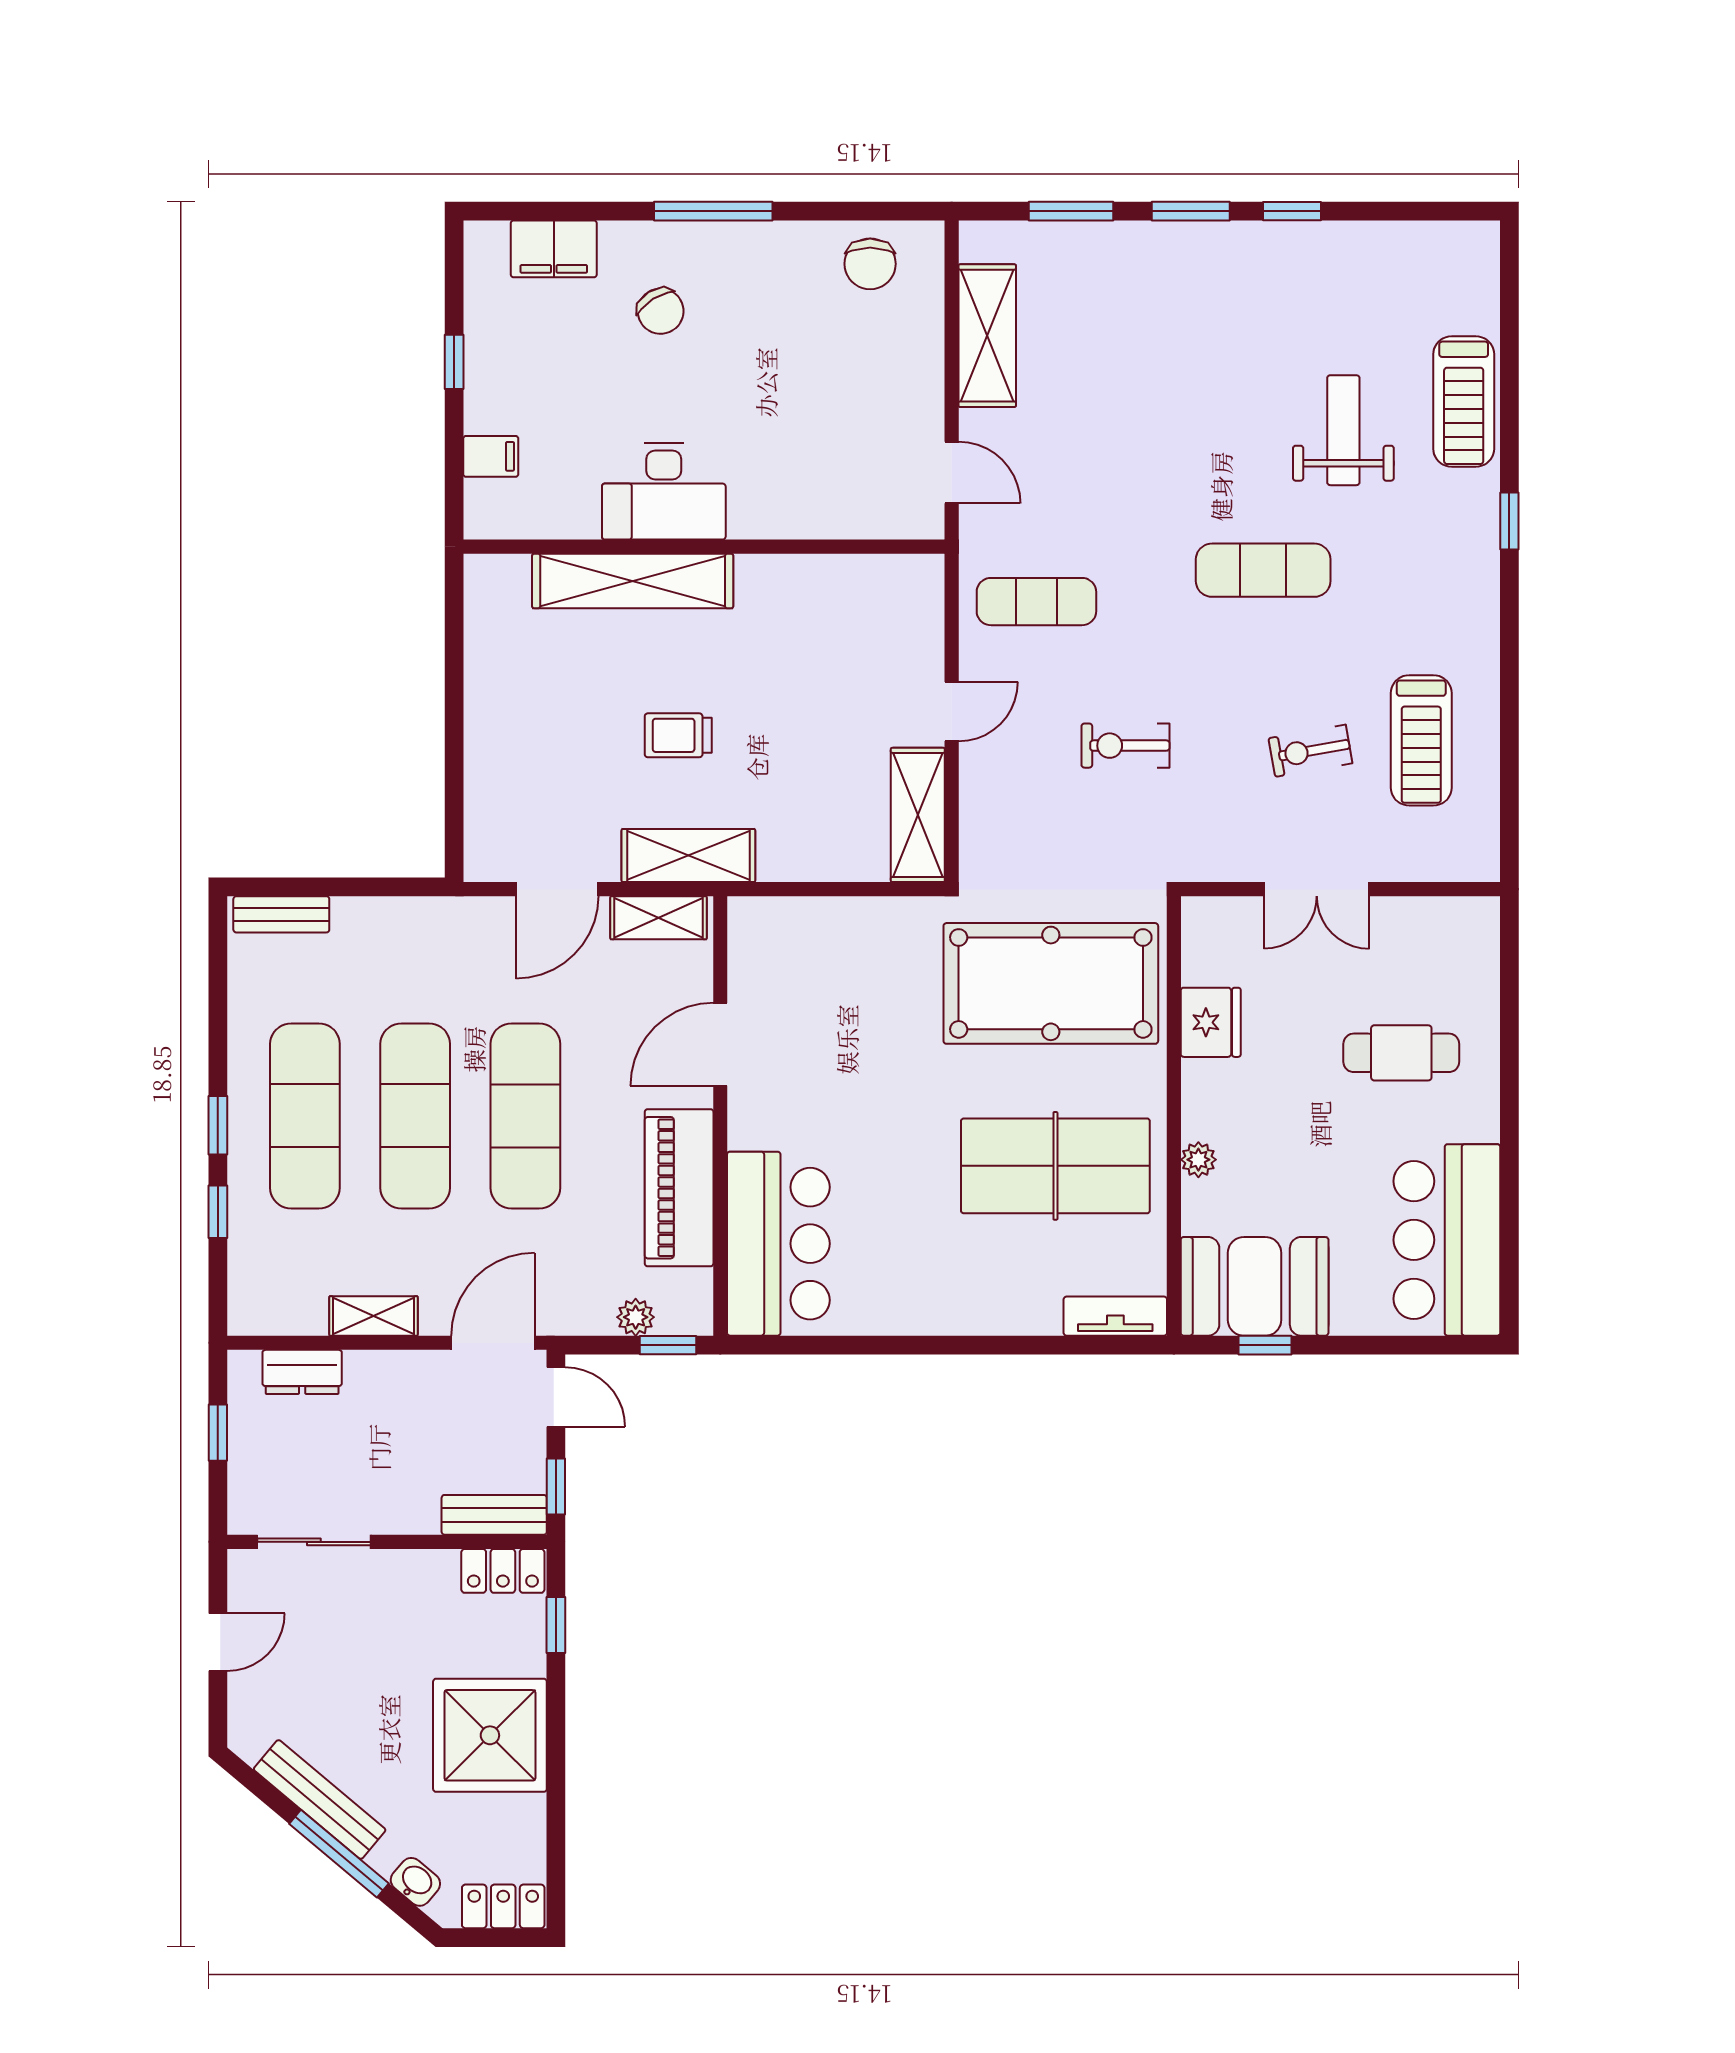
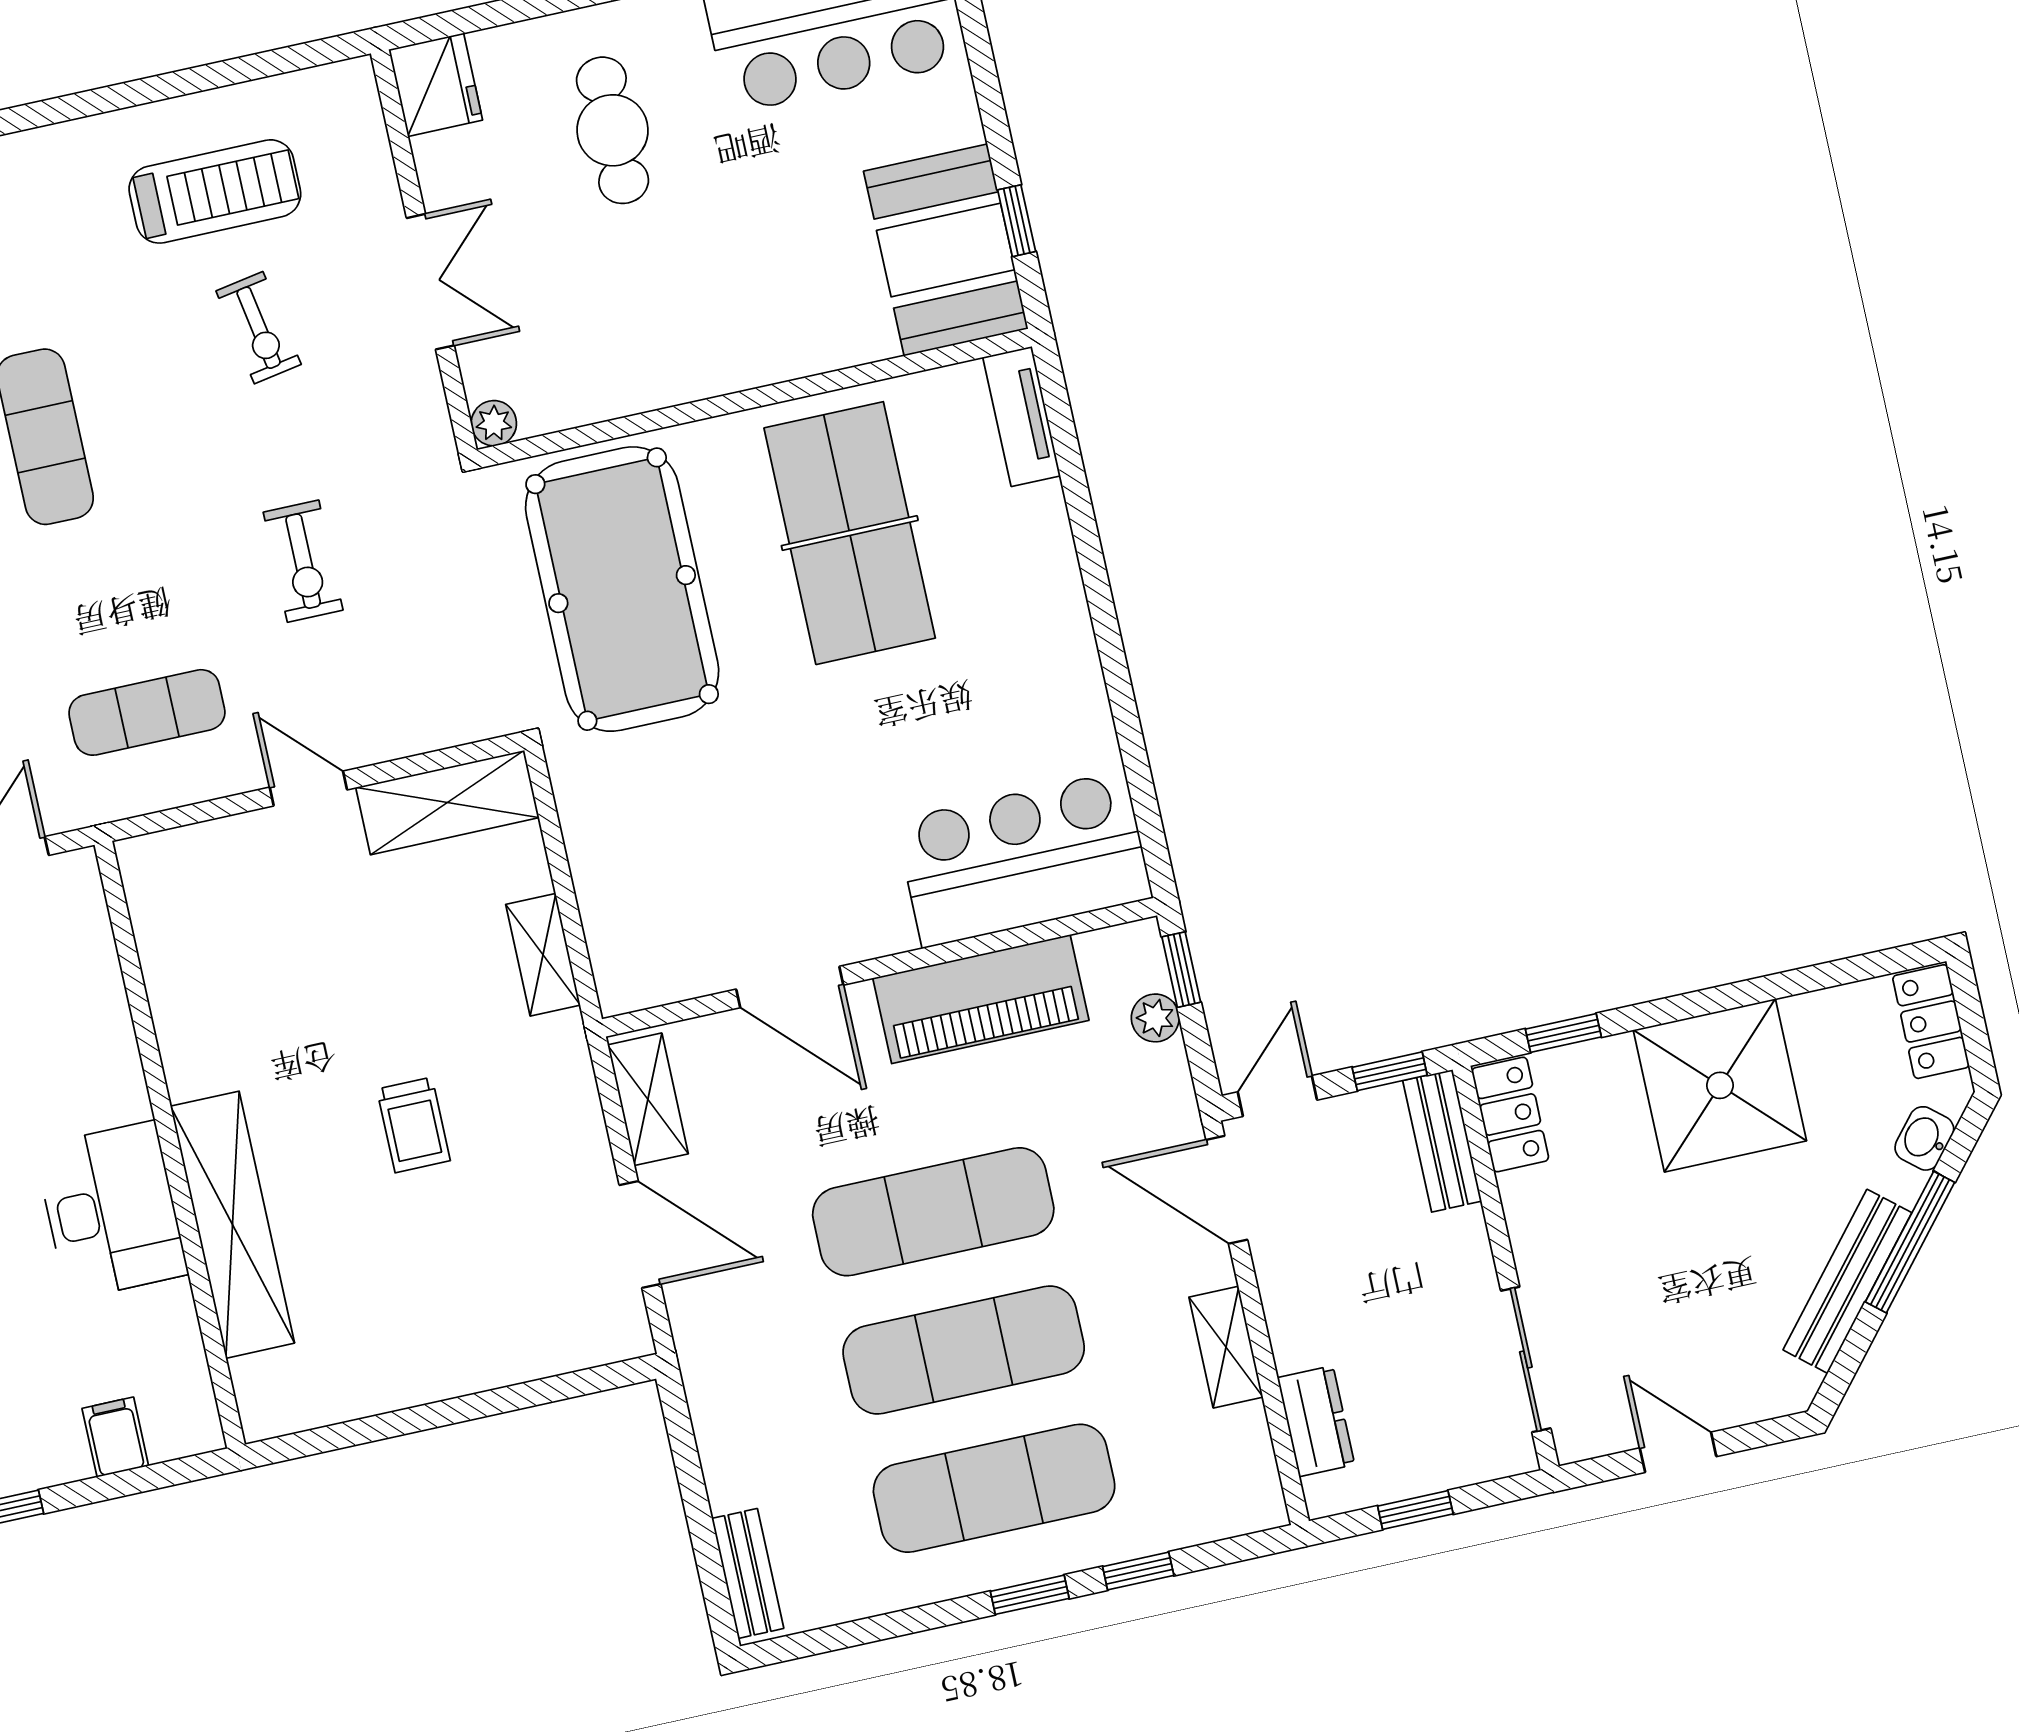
exercise mat: (1036, 602) -> (147, 712), turned 90
shelving: (688, 856) -> (543, 955), moved, width x0.67, depth x0.75
fridge: (1211, 1022) -> (436, 85), moved, turned 90
plant: (1198, 1160) -> (494, 423), moved

